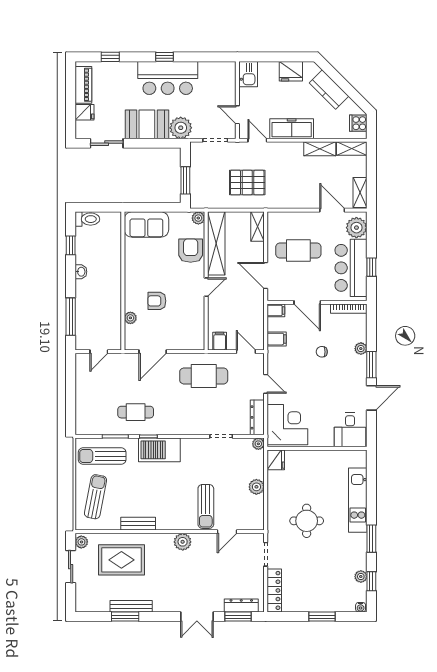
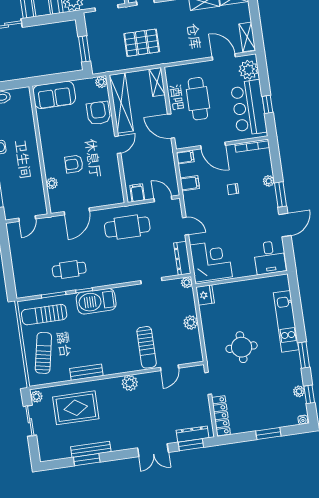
cafe table: (298, 251) -> (198, 99), turned 90

